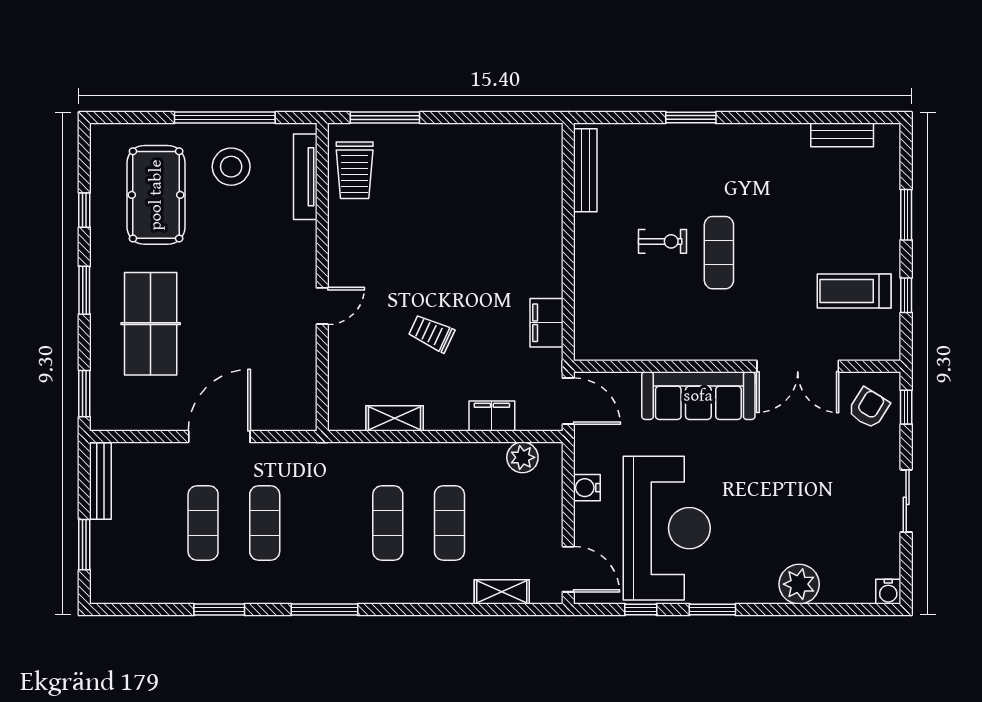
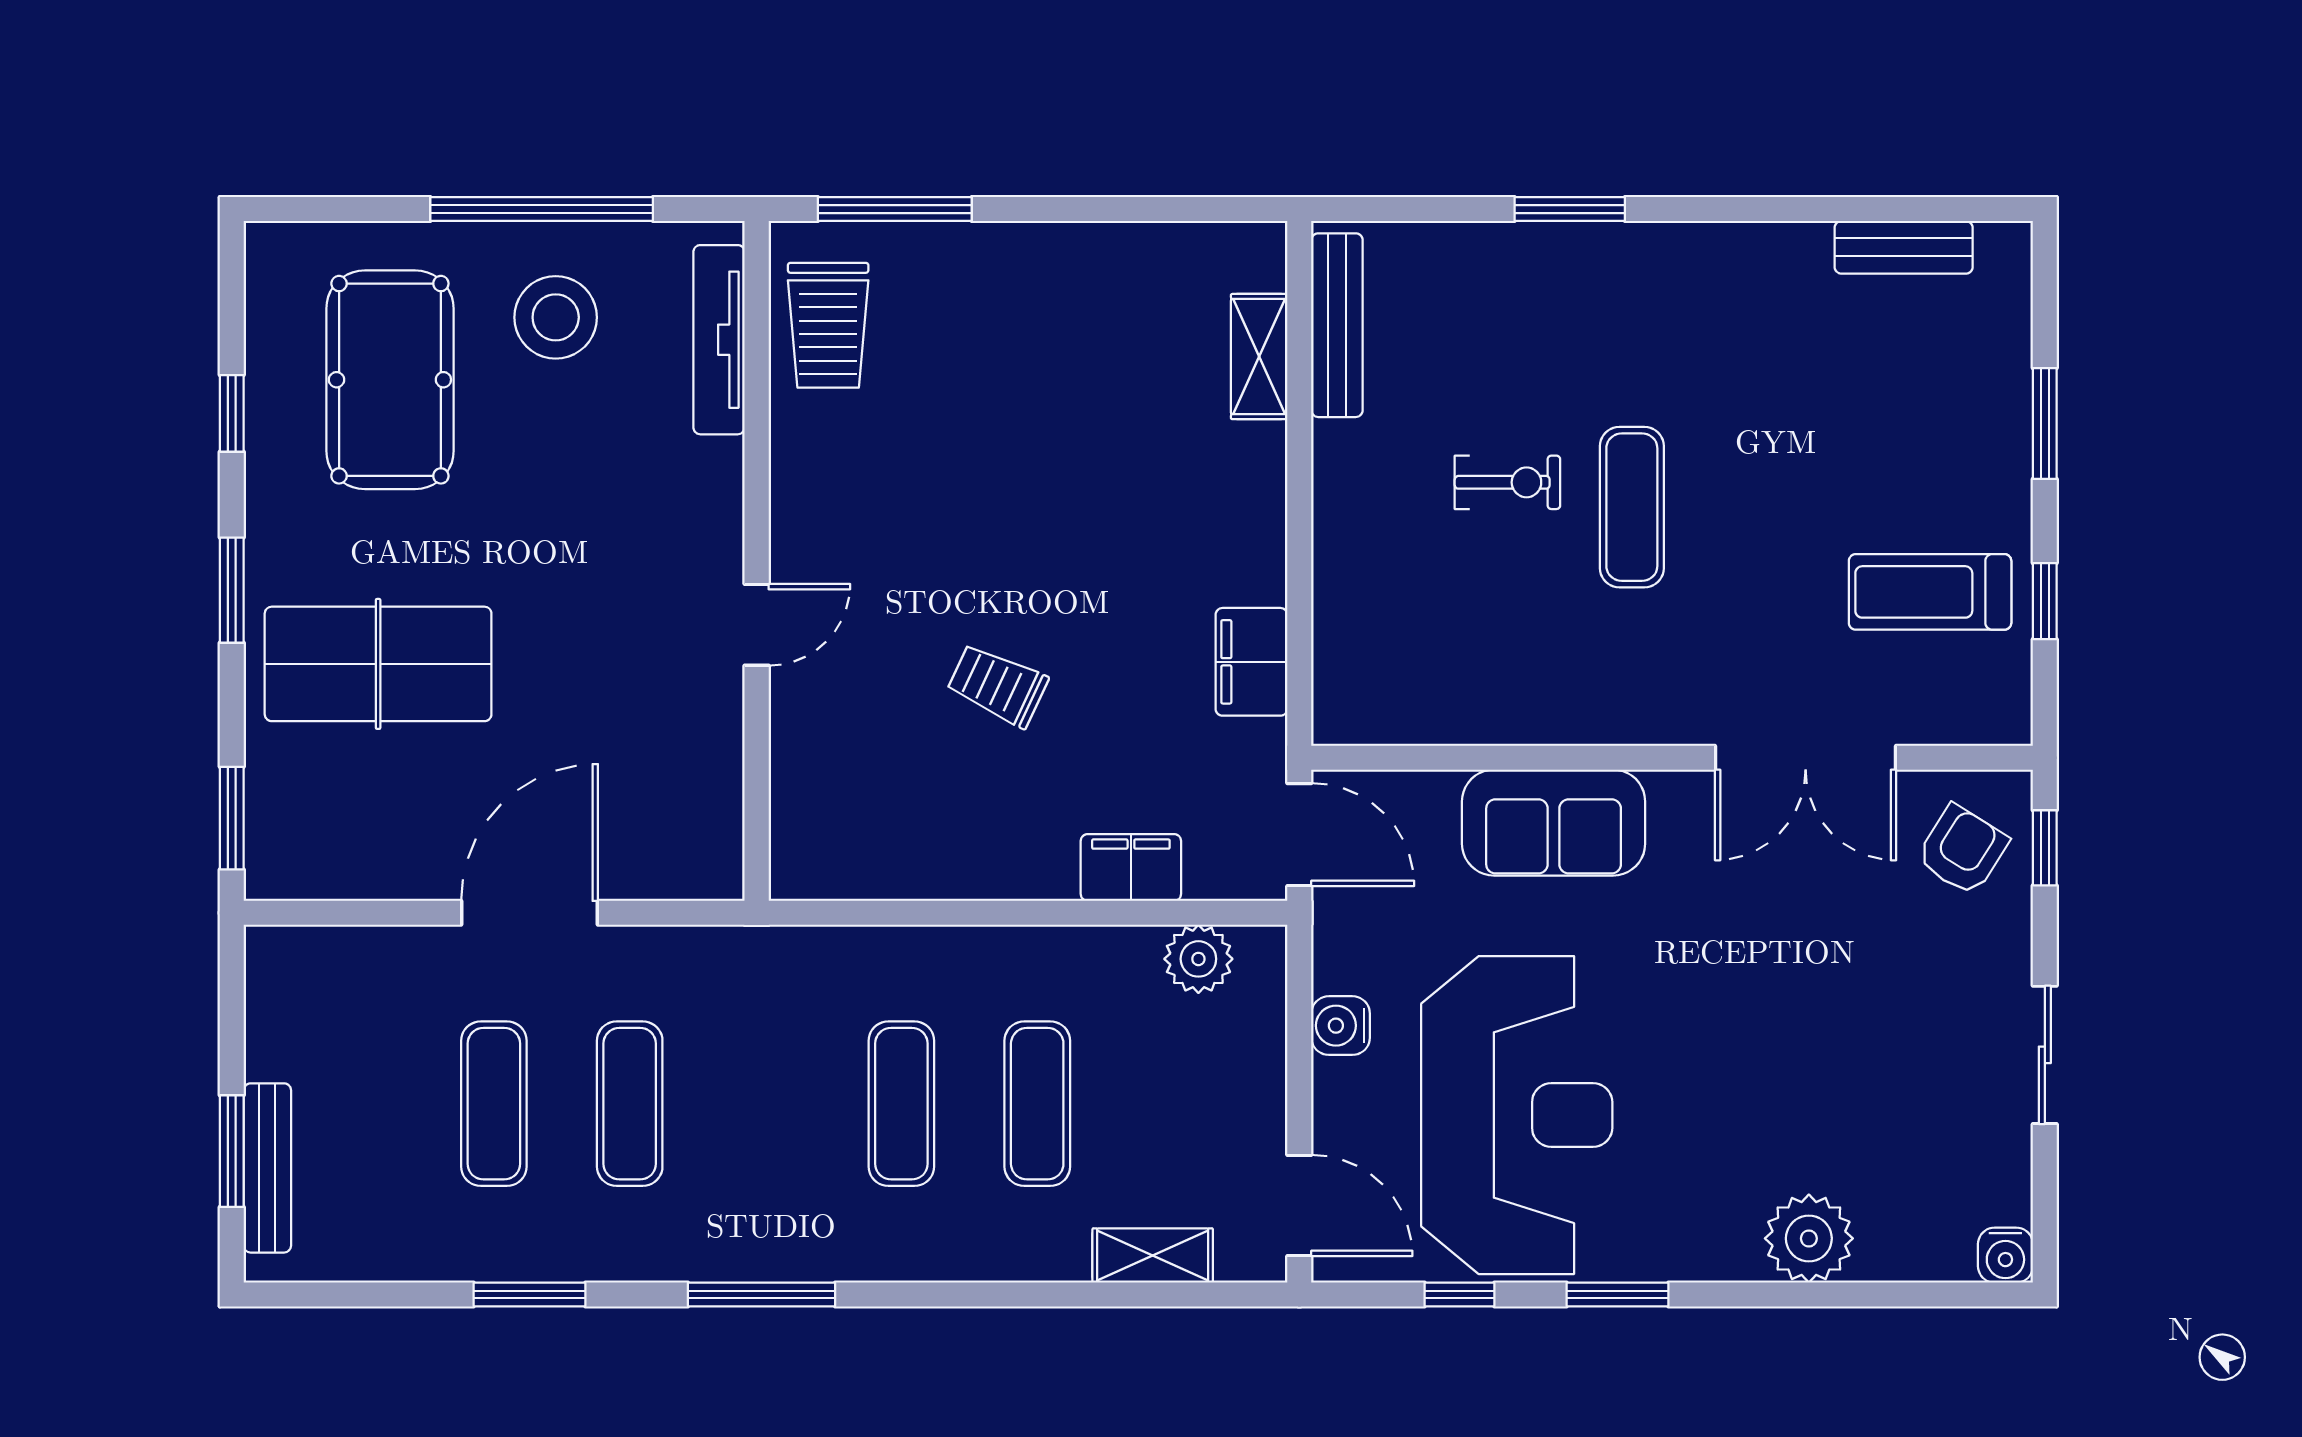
table tennis table: (151, 324) -> (378, 664), turned 90
sofa: (698, 396) -> (1554, 823), width x0.73
shelving: (395, 418) -> (1259, 357), moved, turned 90
bench: (100, 481) -> (267, 1168), moved

